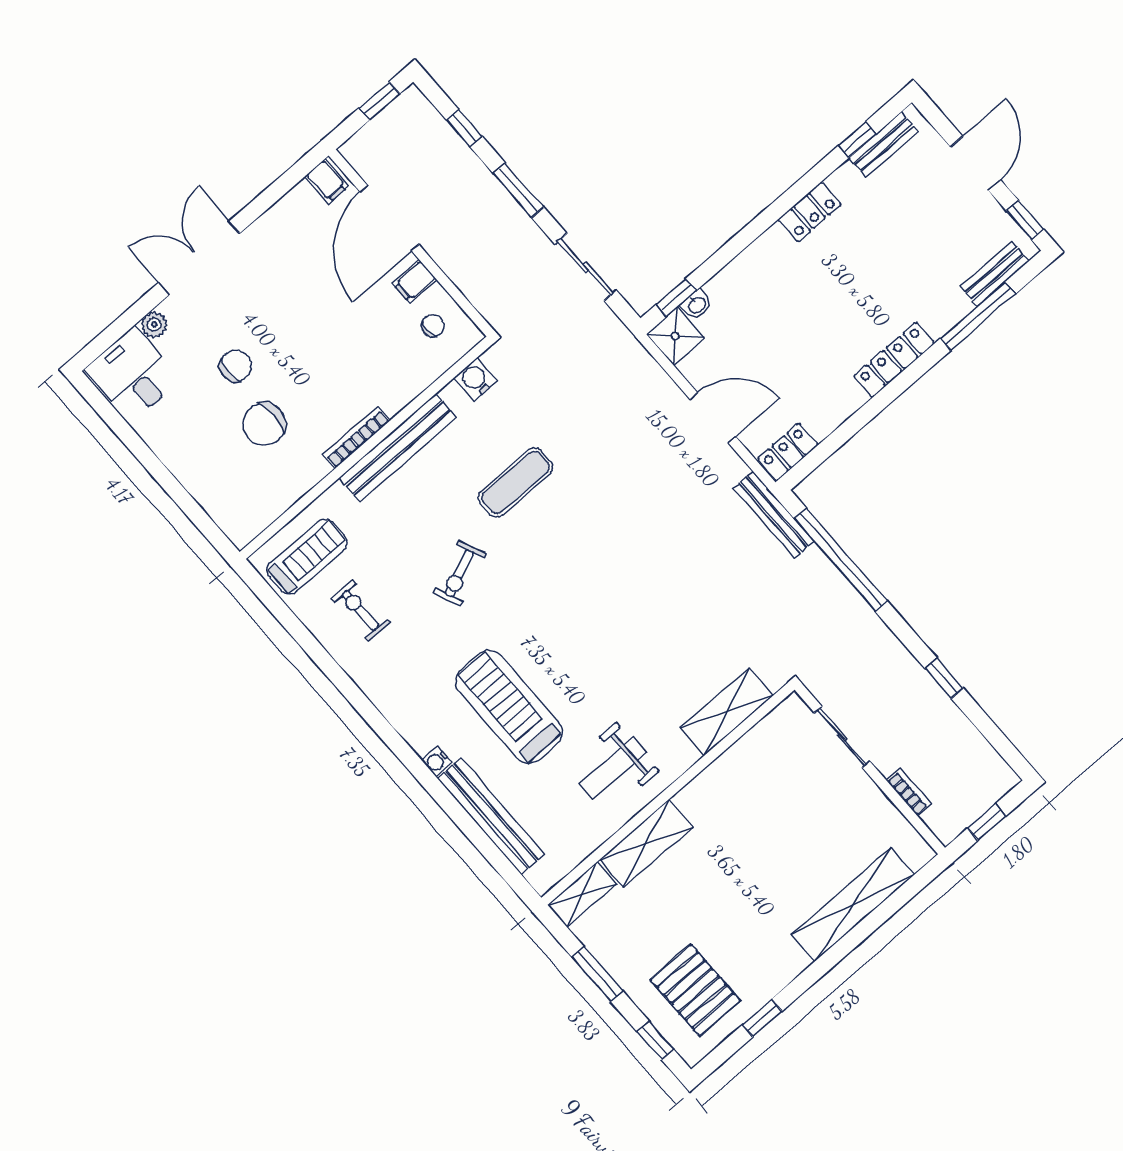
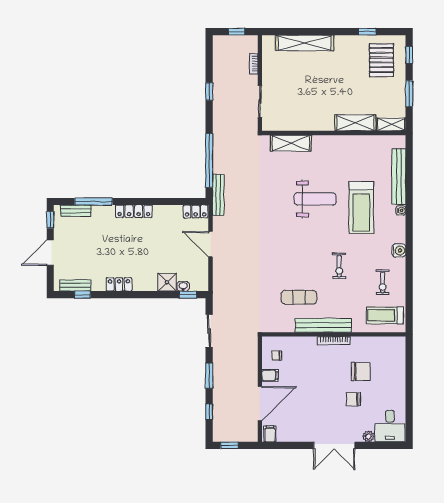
shower: (675, 336) -> (167, 282), moved
water cooler: (475, 379) -> (399, 250), moved, turned -90
exercise mat: (515, 482) -> (299, 297), moved
exercise bike: (460, 573) -> (339, 266), turned 113
weight bench: (613, 768) -> (315, 199), moved, width x1.36, depth x1.33

